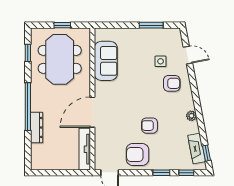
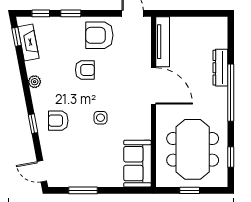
door: (188, 55) -> (42, 171), moved
sofa: (106, 61) -> (137, 164), moved
side table: (161, 61) -> (100, 118), moved
window: (193, 81) -> (33, 124), added
door: (92, 112) -> (153, 86), hinge flipped
armchair: (137, 154) -> (99, 35), turned 180

